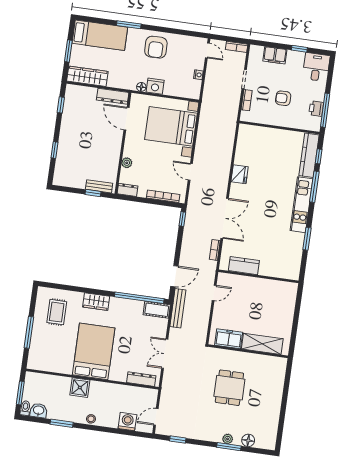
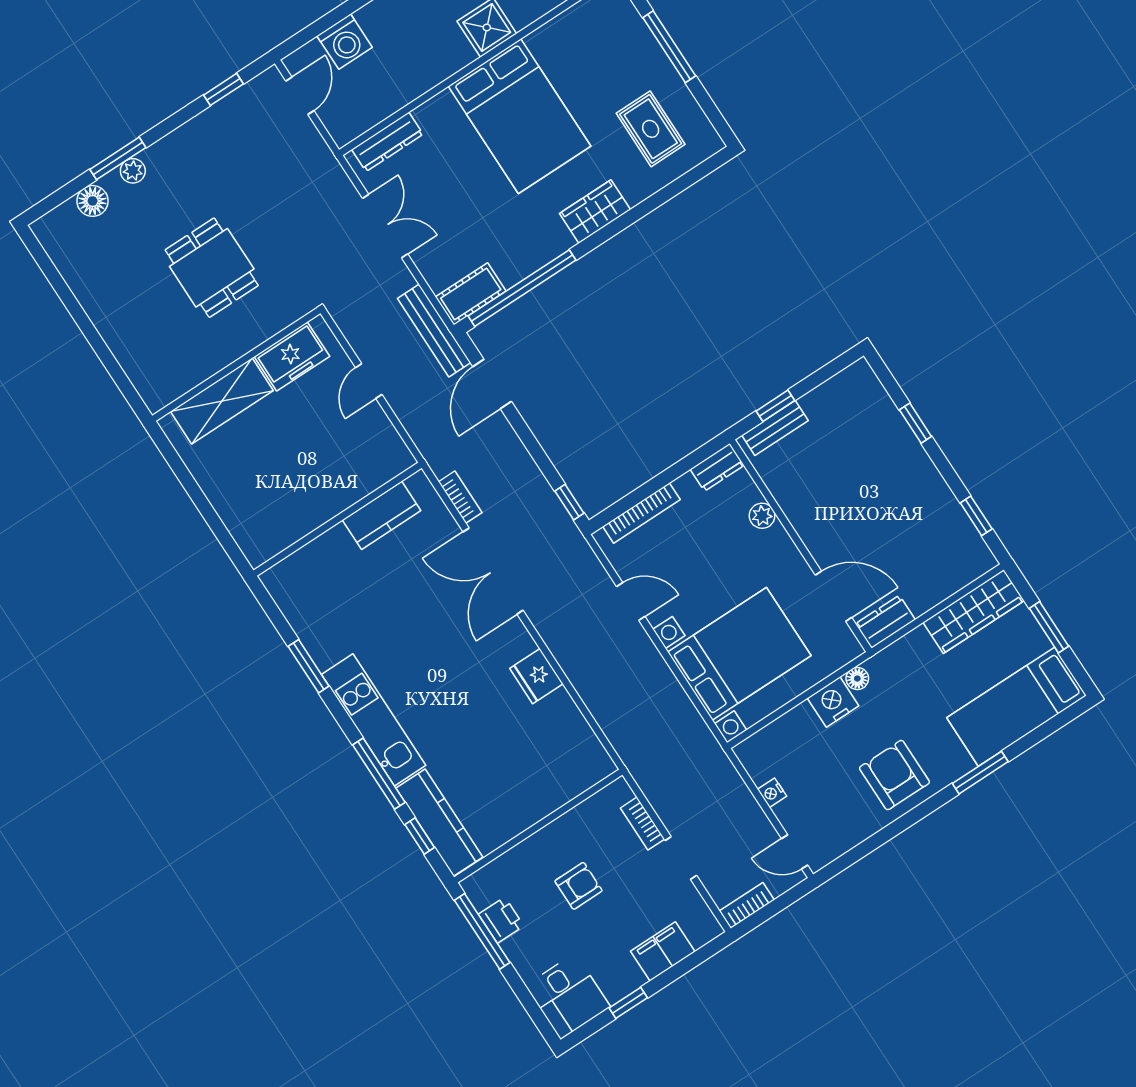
dresser: (113, 96) -> (885, 622), width x0.70
door: (214, 293) -> (369, 381), moved

